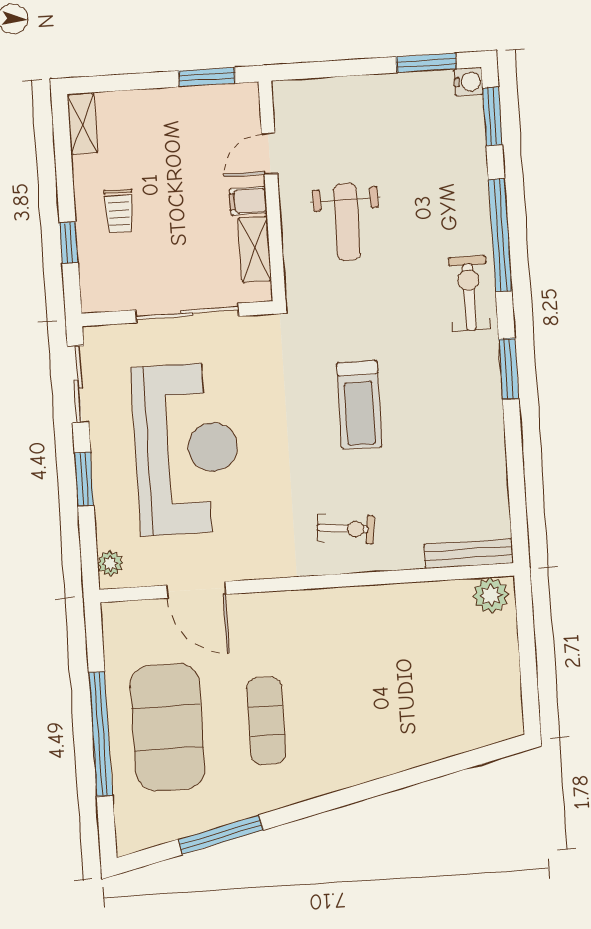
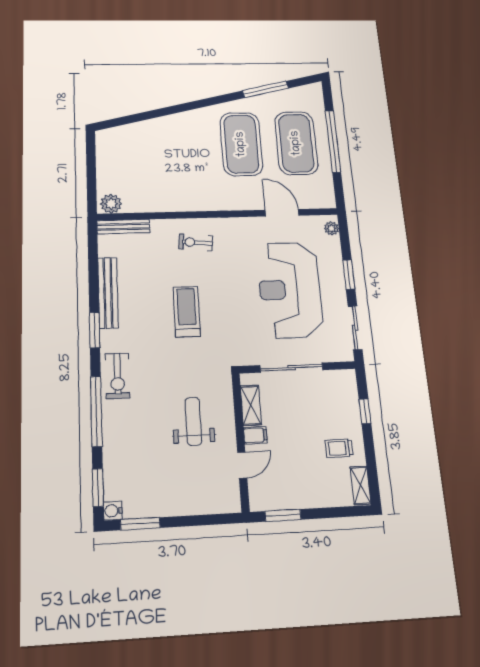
trolley: (119, 211) -> (339, 448), moved, turned -90
bench: (490, 434) -> (108, 293), added
exercise mat: (266, 721) -> (241, 144), width x2.00, depth x1.45

